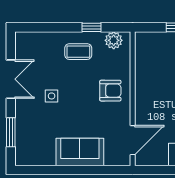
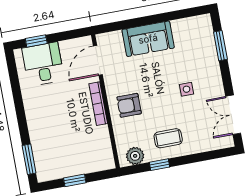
double door: (11, 79) -> (233, 115), moved
bookcase: (140, 98) -> (98, 104), added

